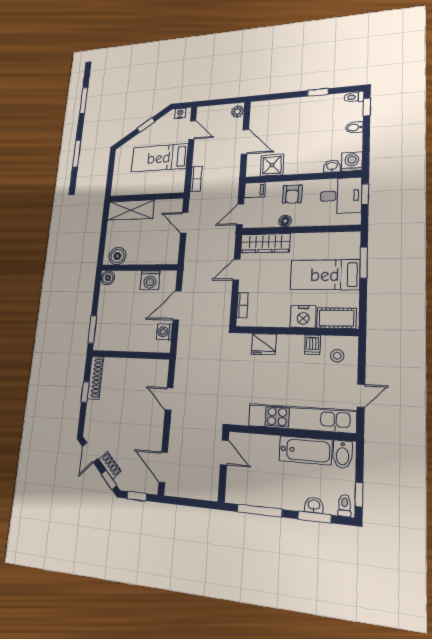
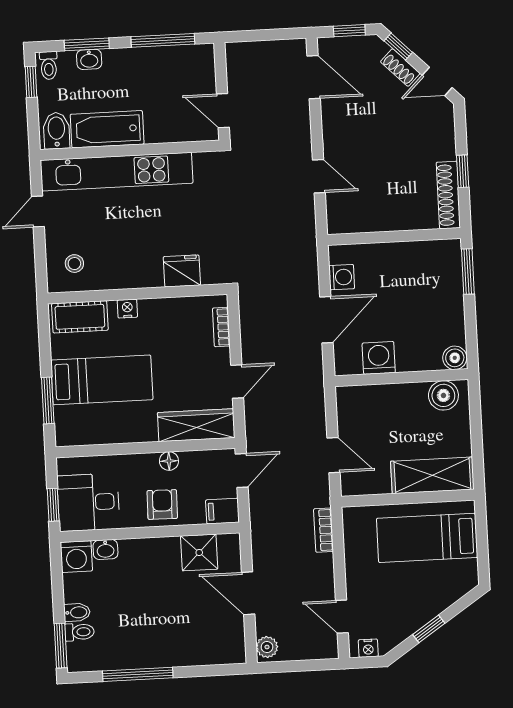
window: (318, 92) -> (138, 674), width x2.17
toilet: (354, 97) -> (79, 632), moved
window: (367, 107) -> (61, 646), width x1.50
bed: (159, 158) -> (427, 538), moved, turned 180
nightstand: (303, 317) -> (127, 309), width x0.53, depth x0.56
dishwasher: (312, 345) -> (111, 276), removed
door: (90, 453) -> (437, 81), swing flipped

